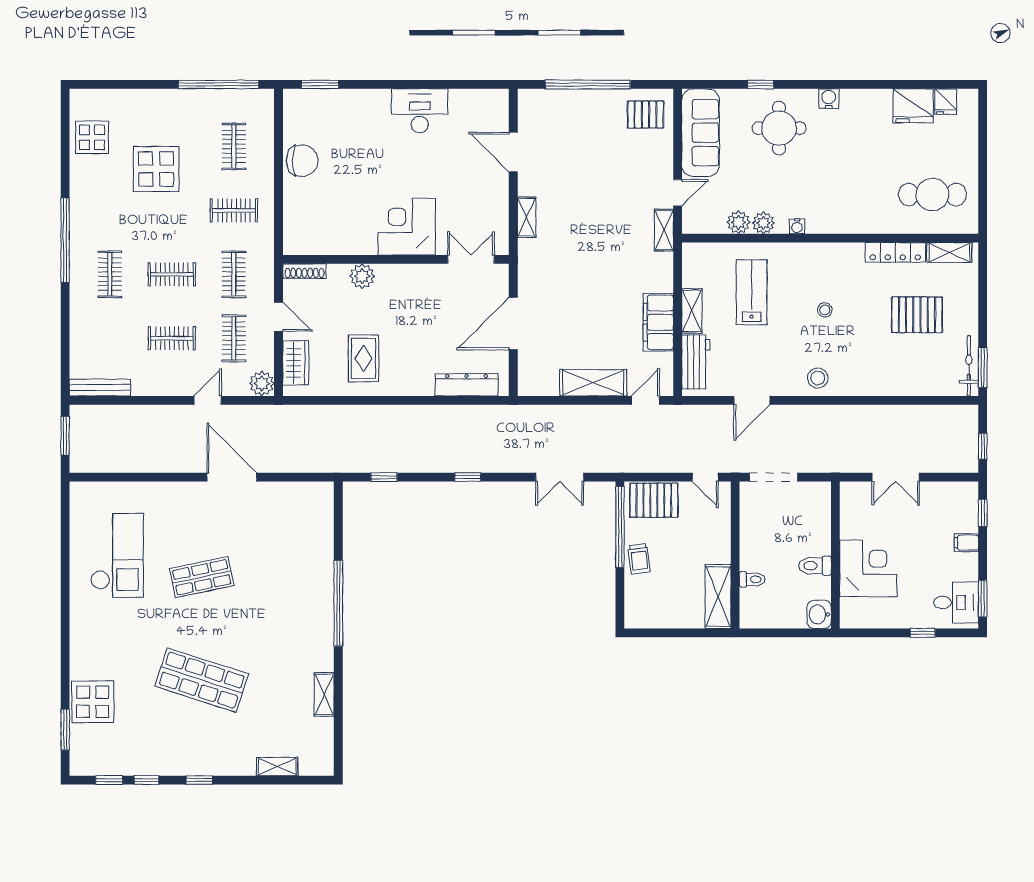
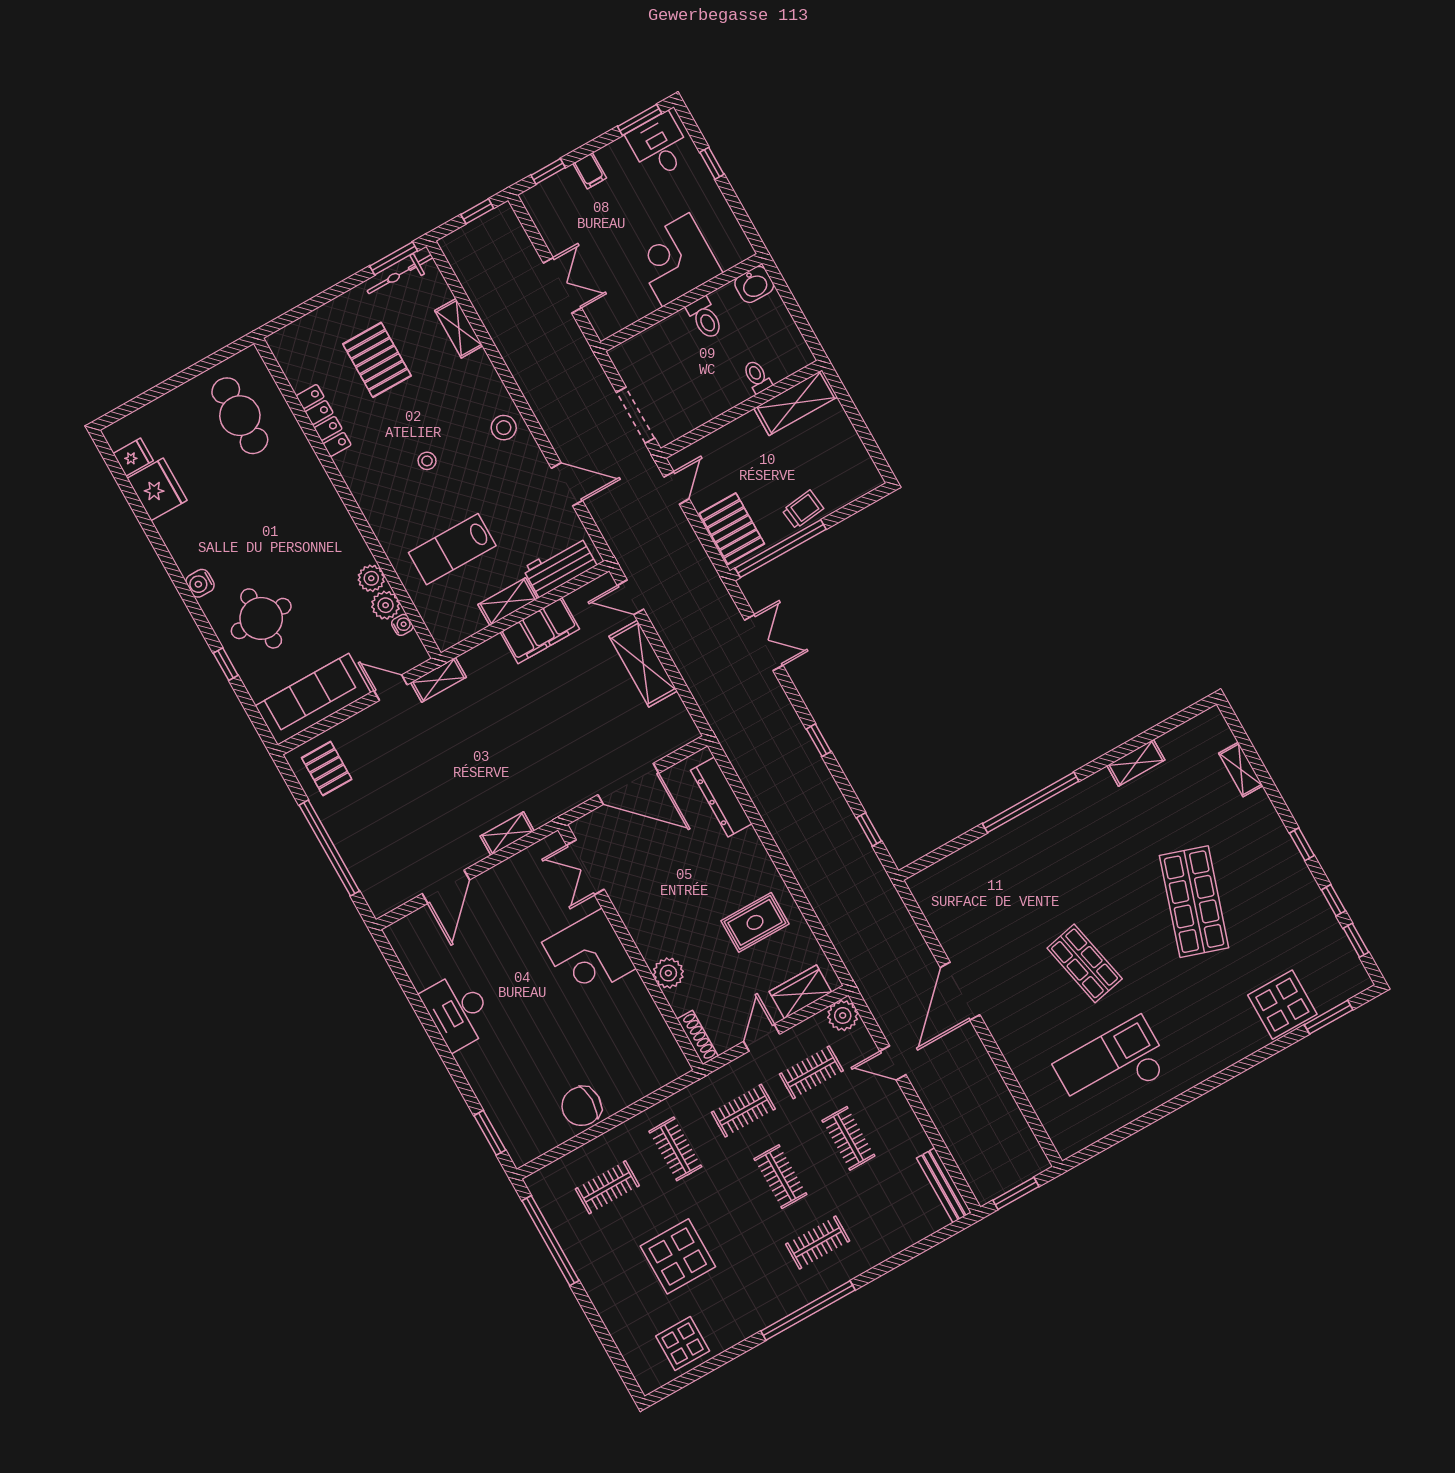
chair: (302, 161) -> (582, 1106), turned -90
water cooler: (797, 226) -> (402, 625), moved
shelving: (949, 252) -> (459, 328), moved

